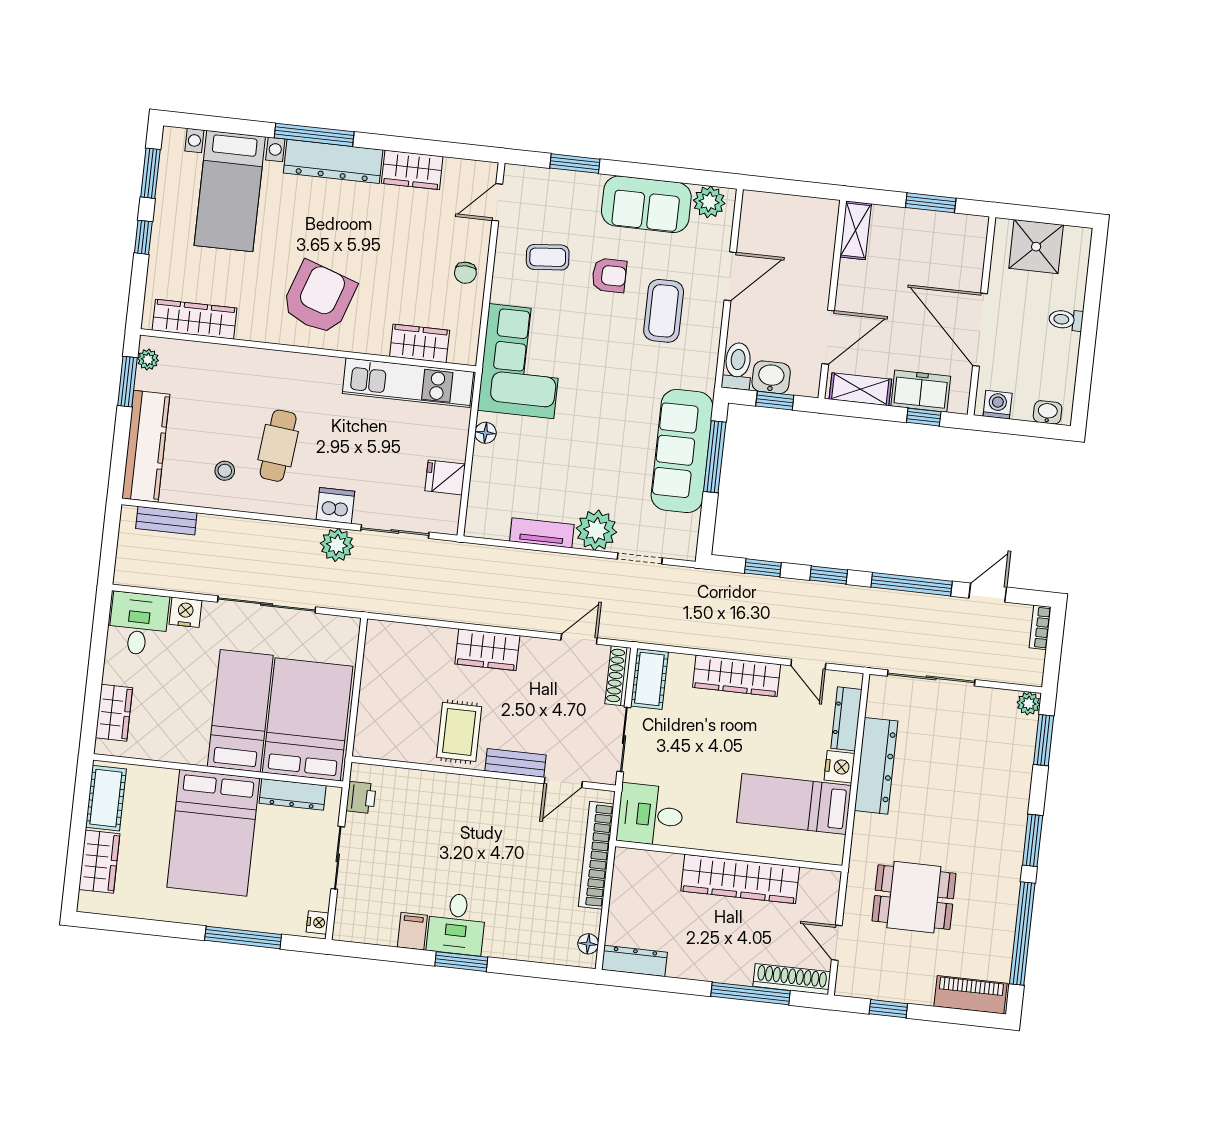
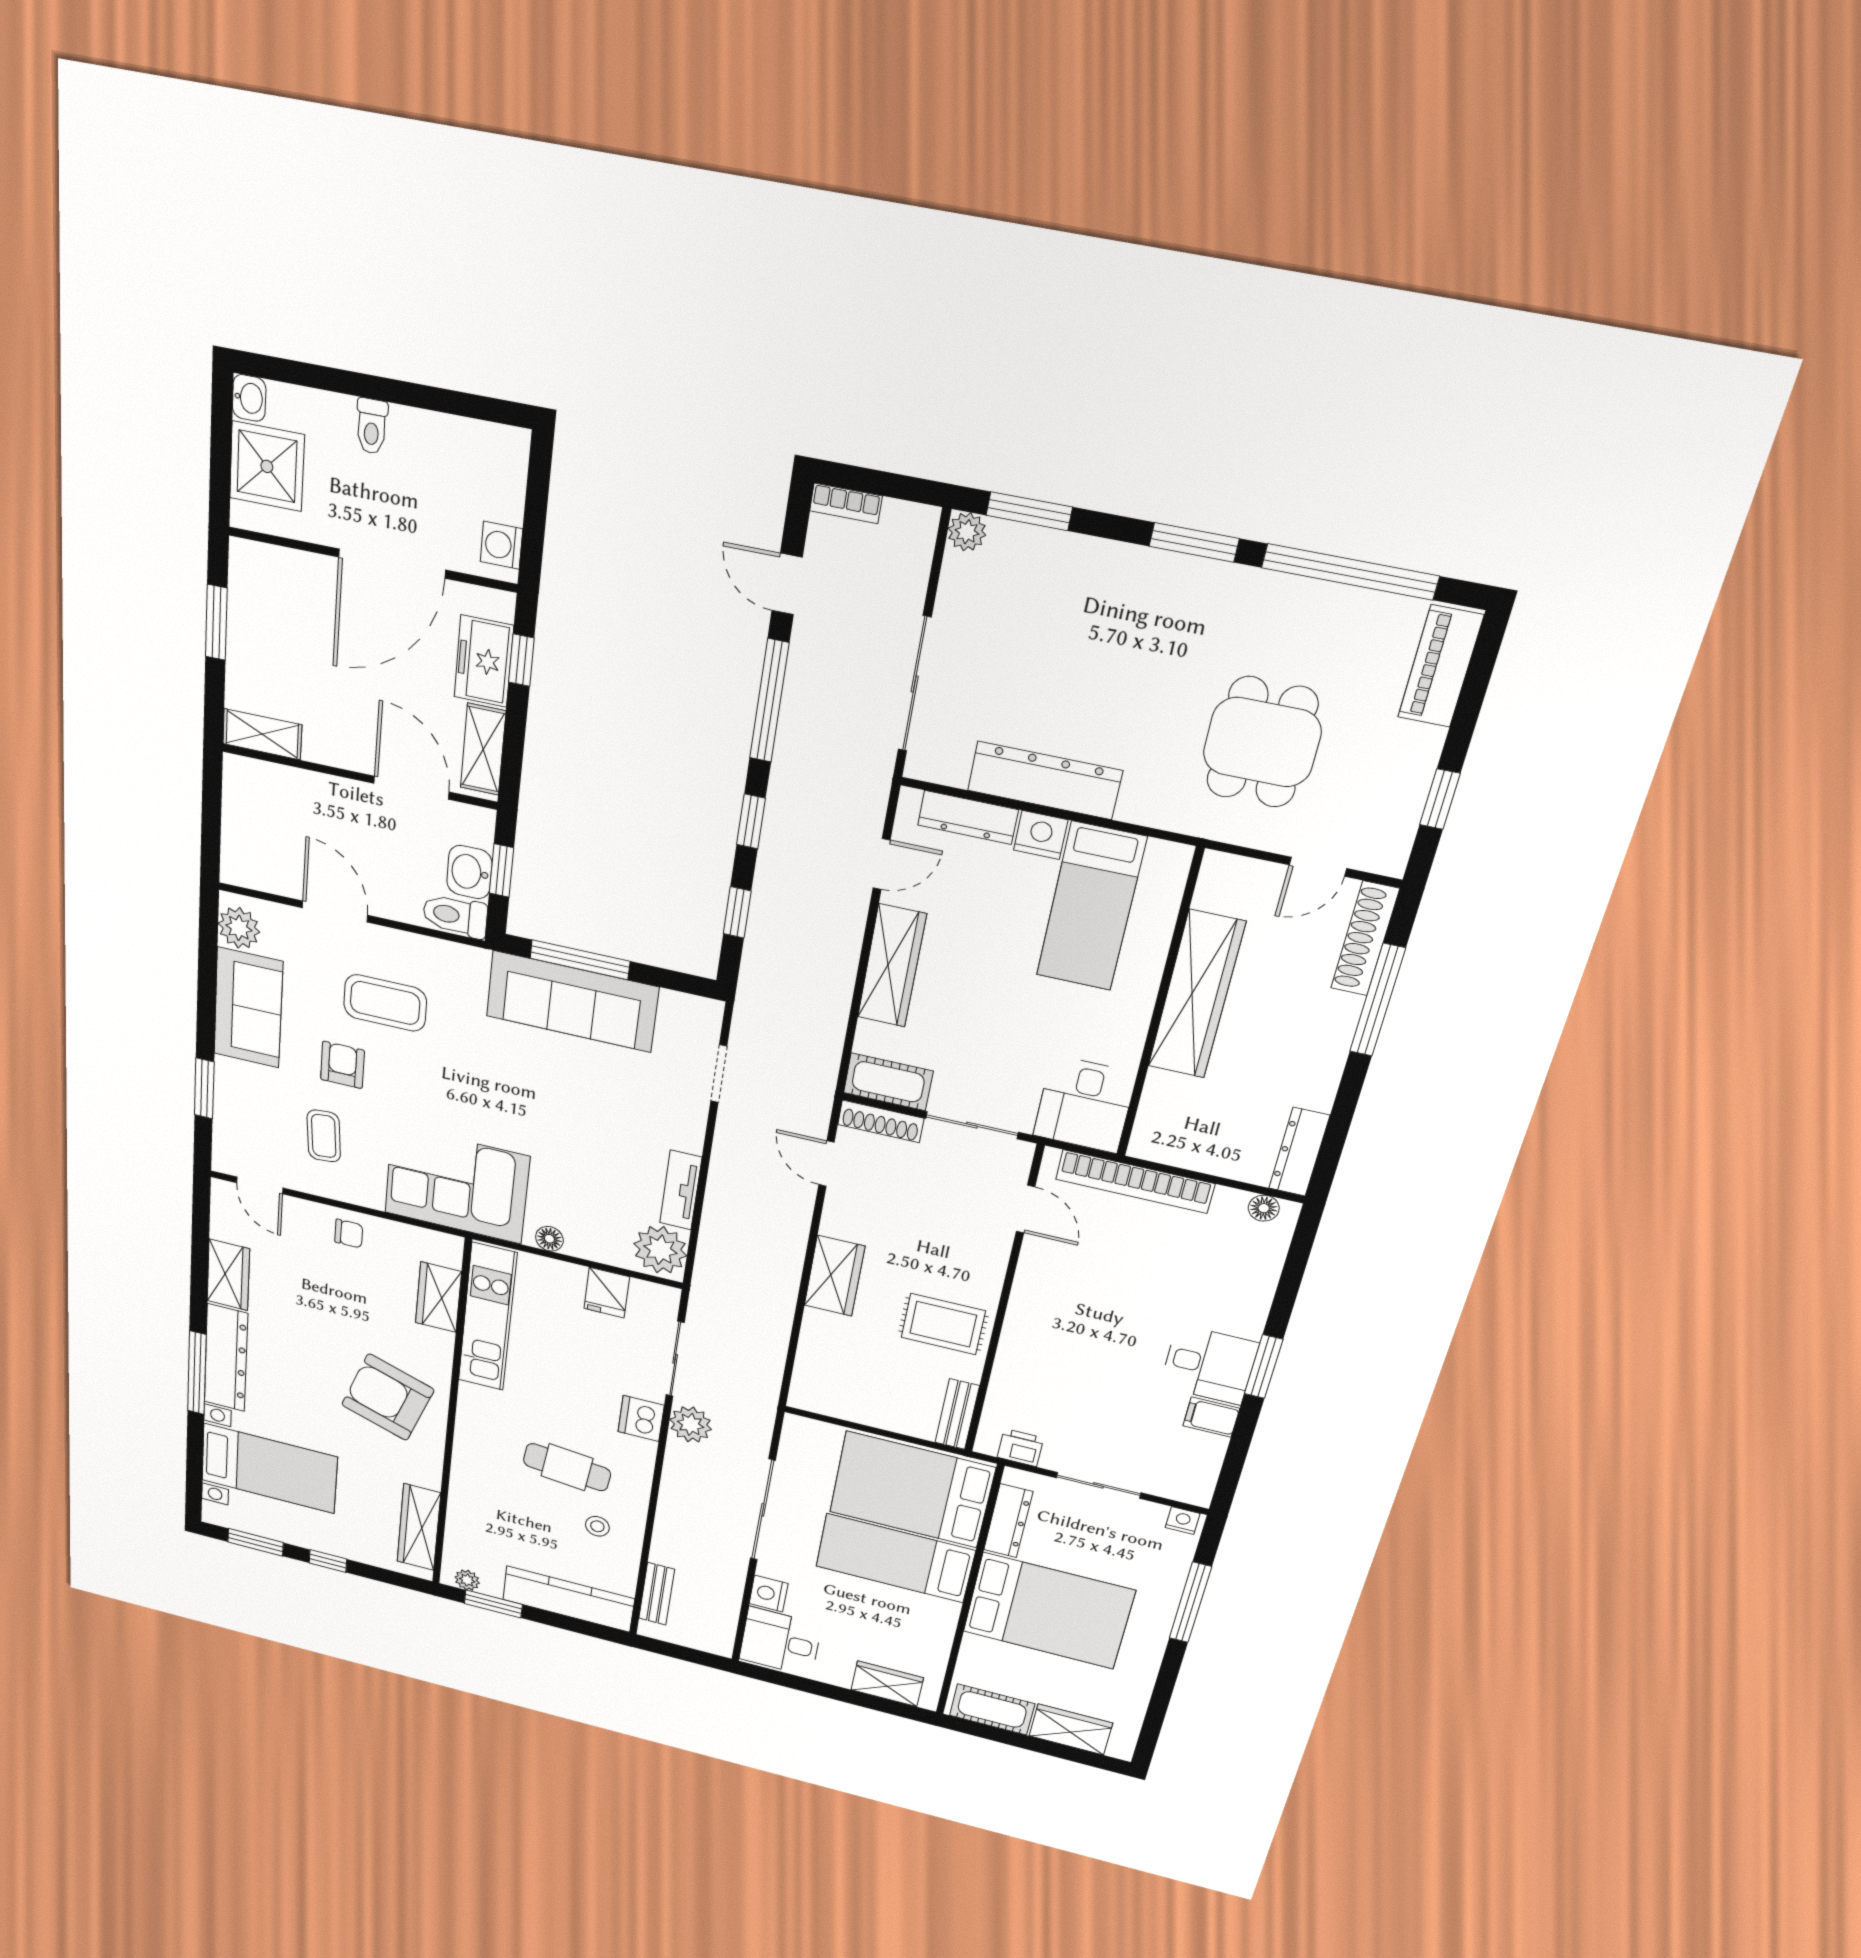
washbasin: (1048, 412) -> (249, 398), moved, turned 180
plant: (596, 530) -> (660, 1250), moved
bench: (515, 763) -> (957, 1414), moved

